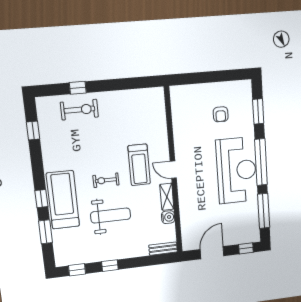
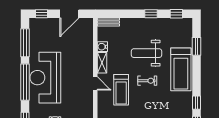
treadmill: (139, 165) -> (121, 90), turned 180
window: (41, 199) -> (197, 103), moved

